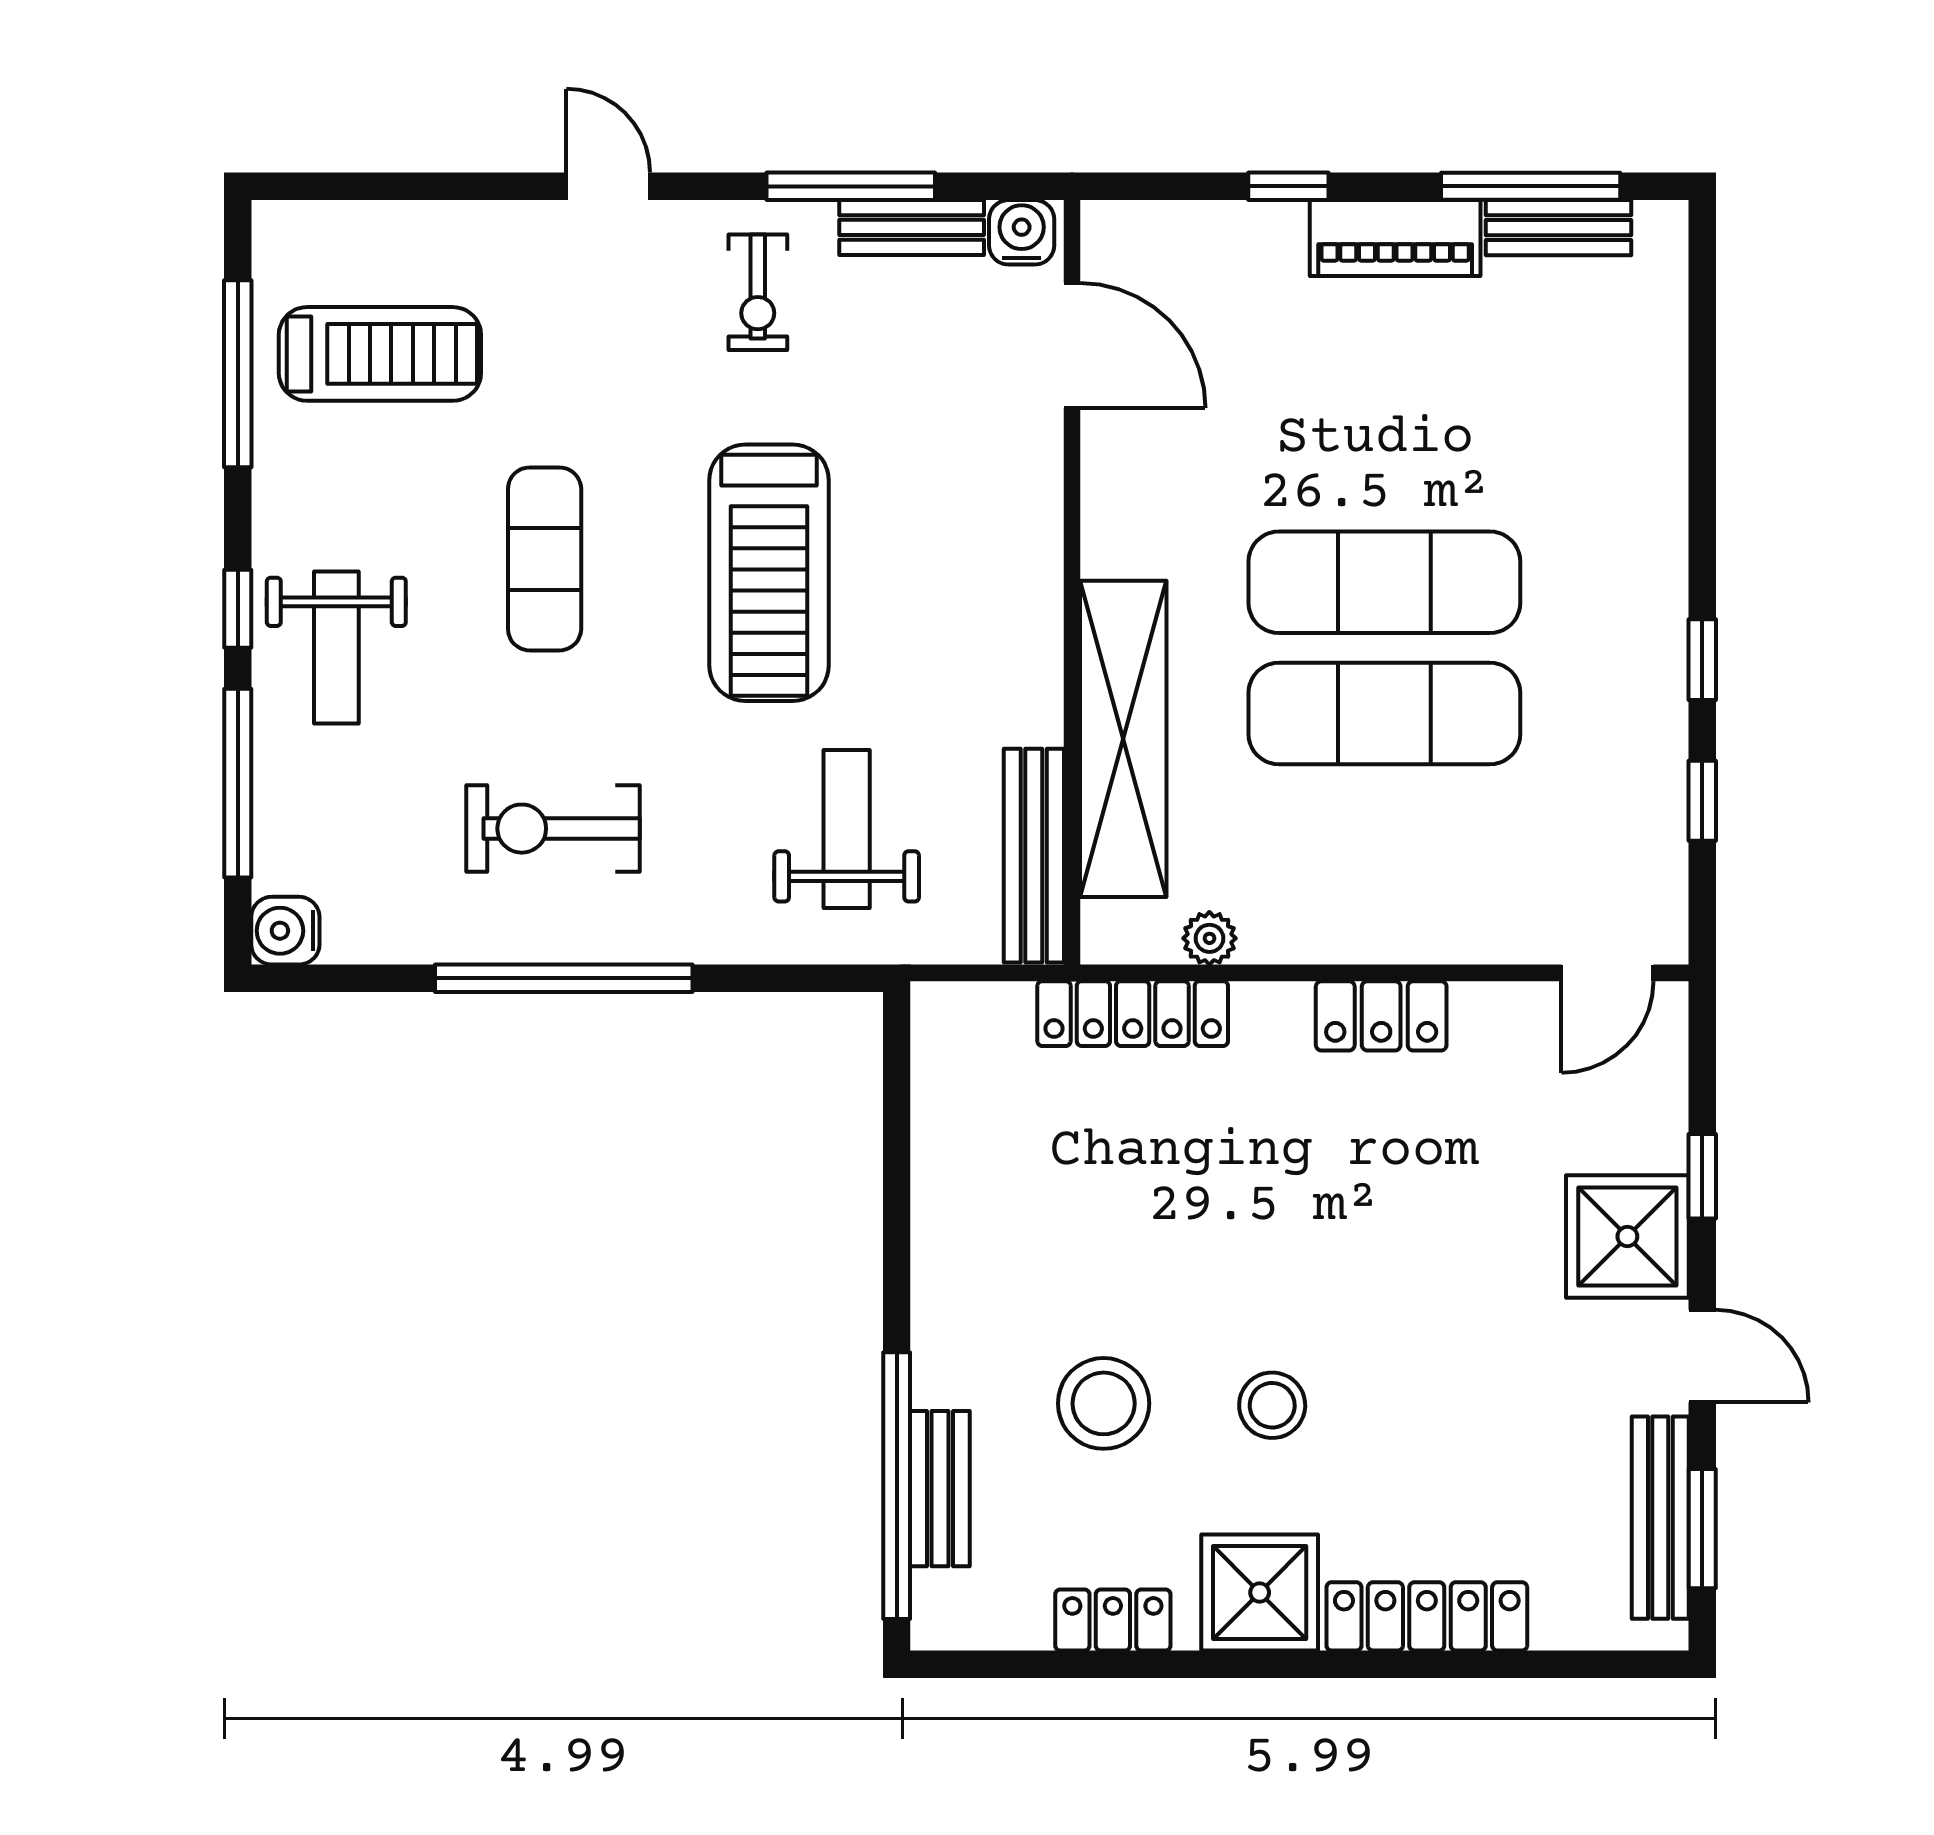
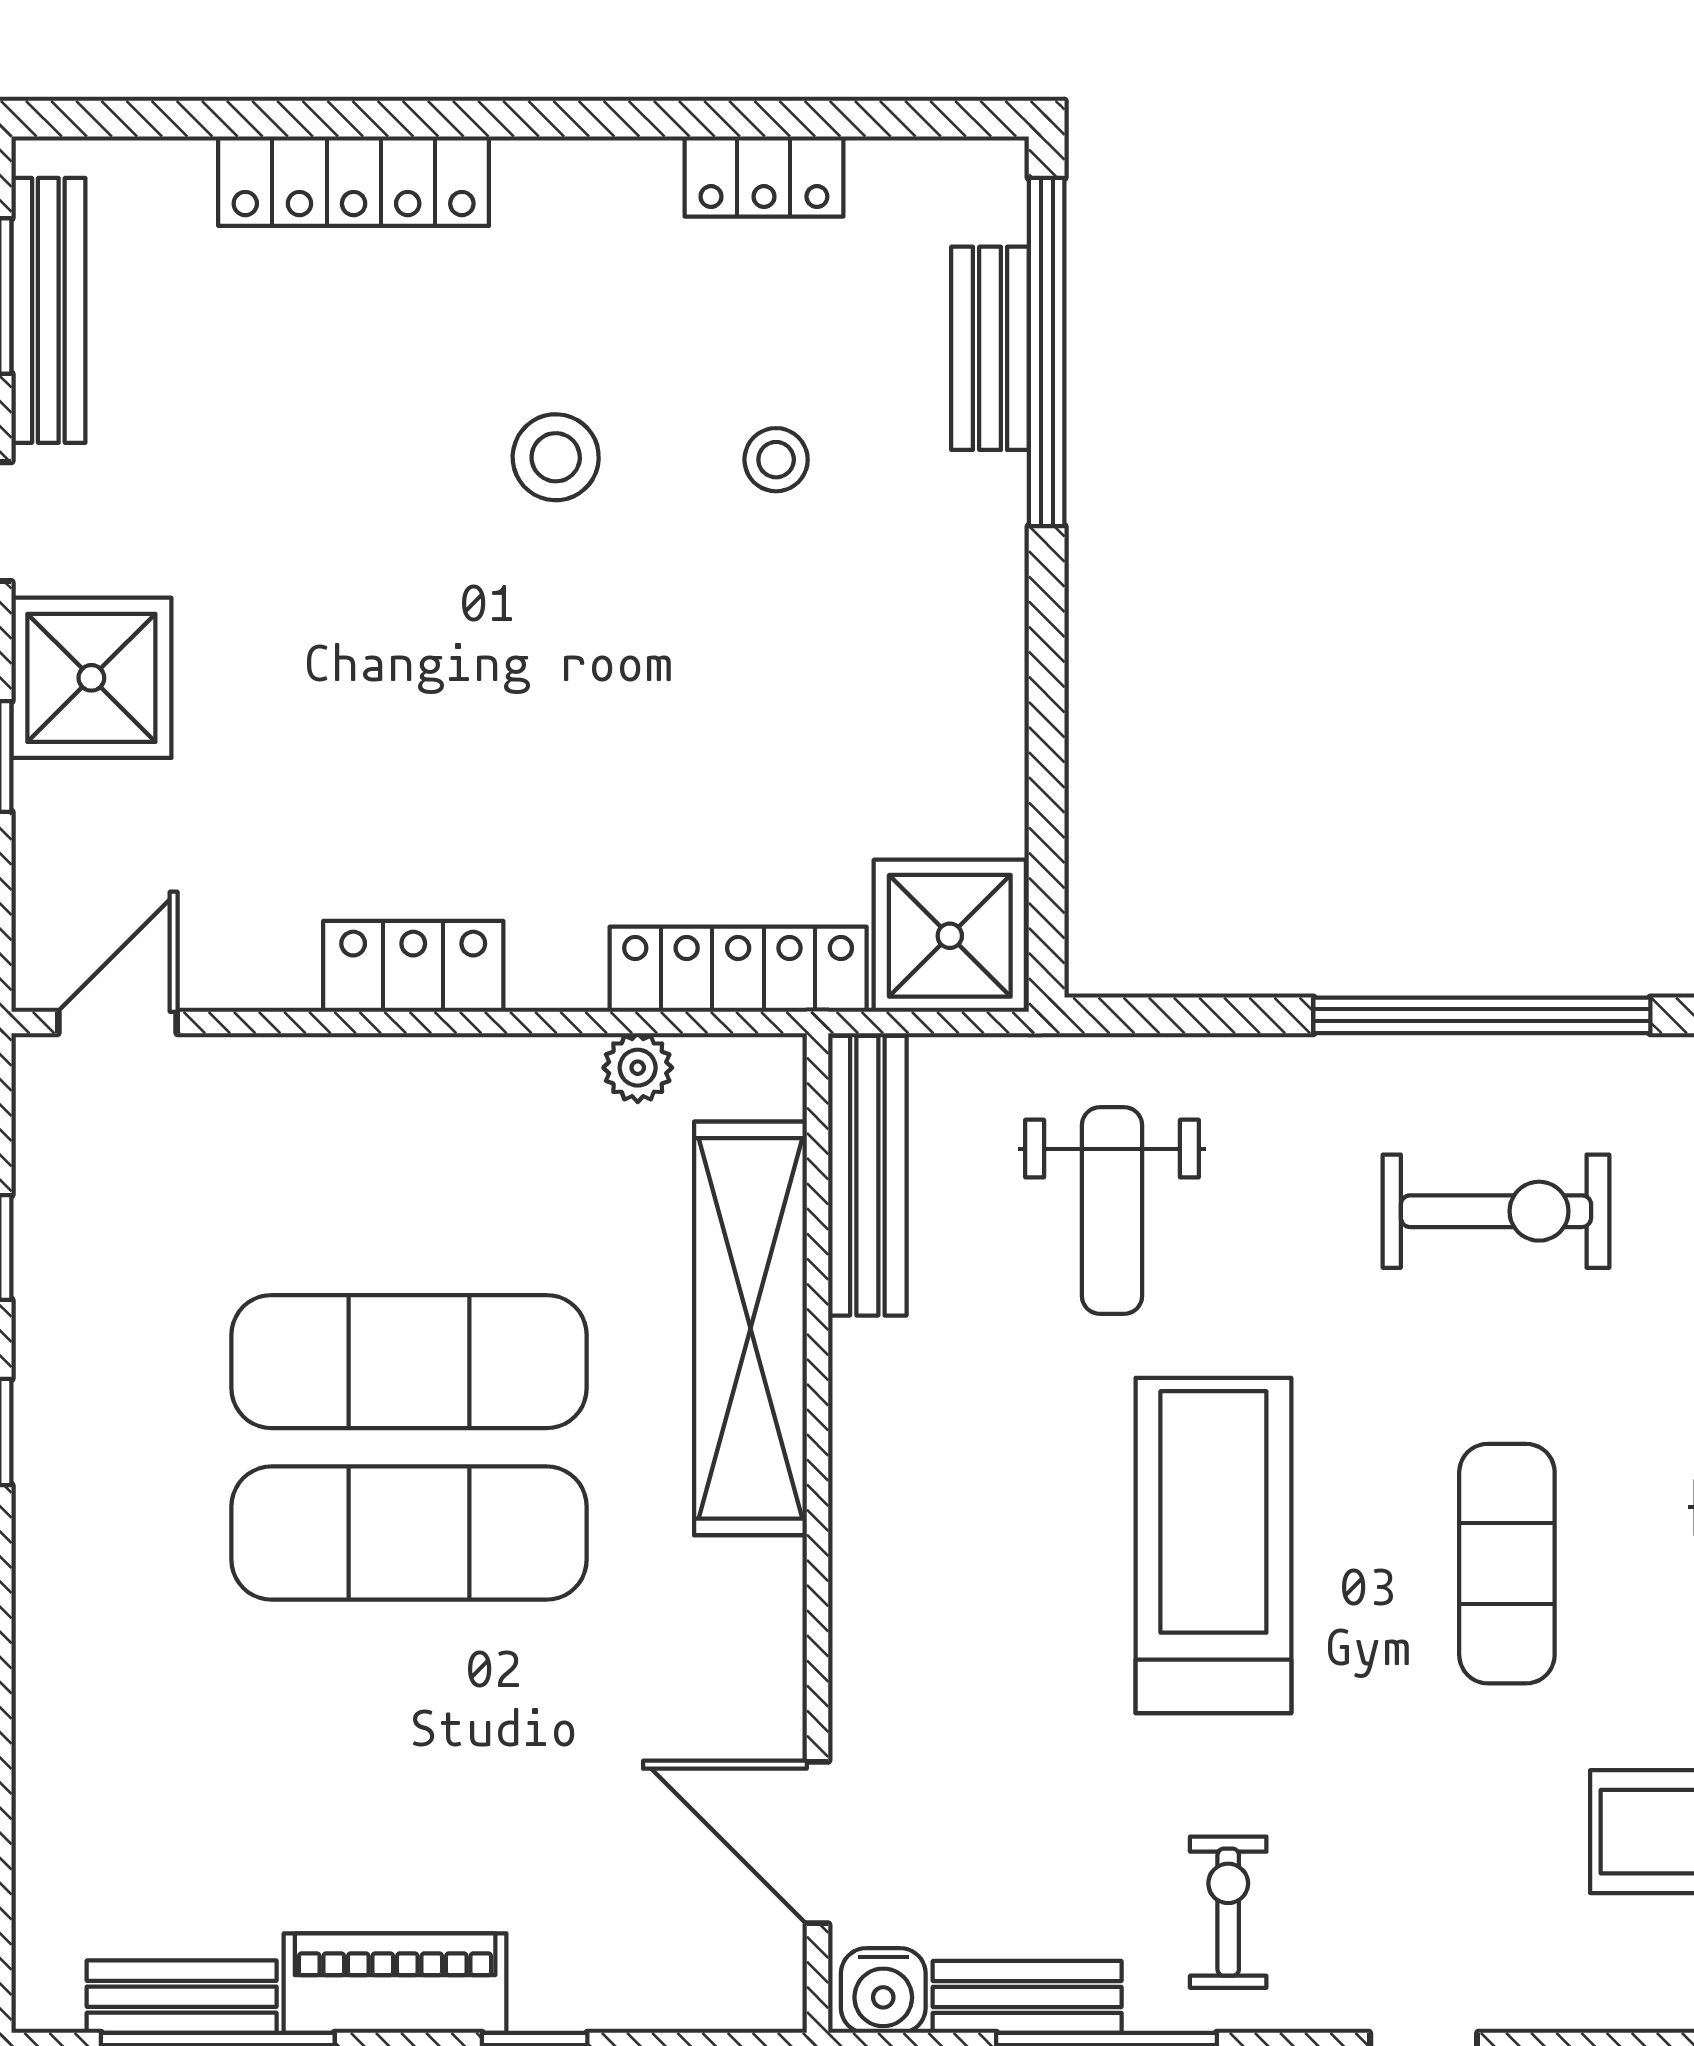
stool: (1104, 1403) -> (776, 460), width x0.53, depth x0.53
shower: (1260, 1593) -> (950, 936), moved

